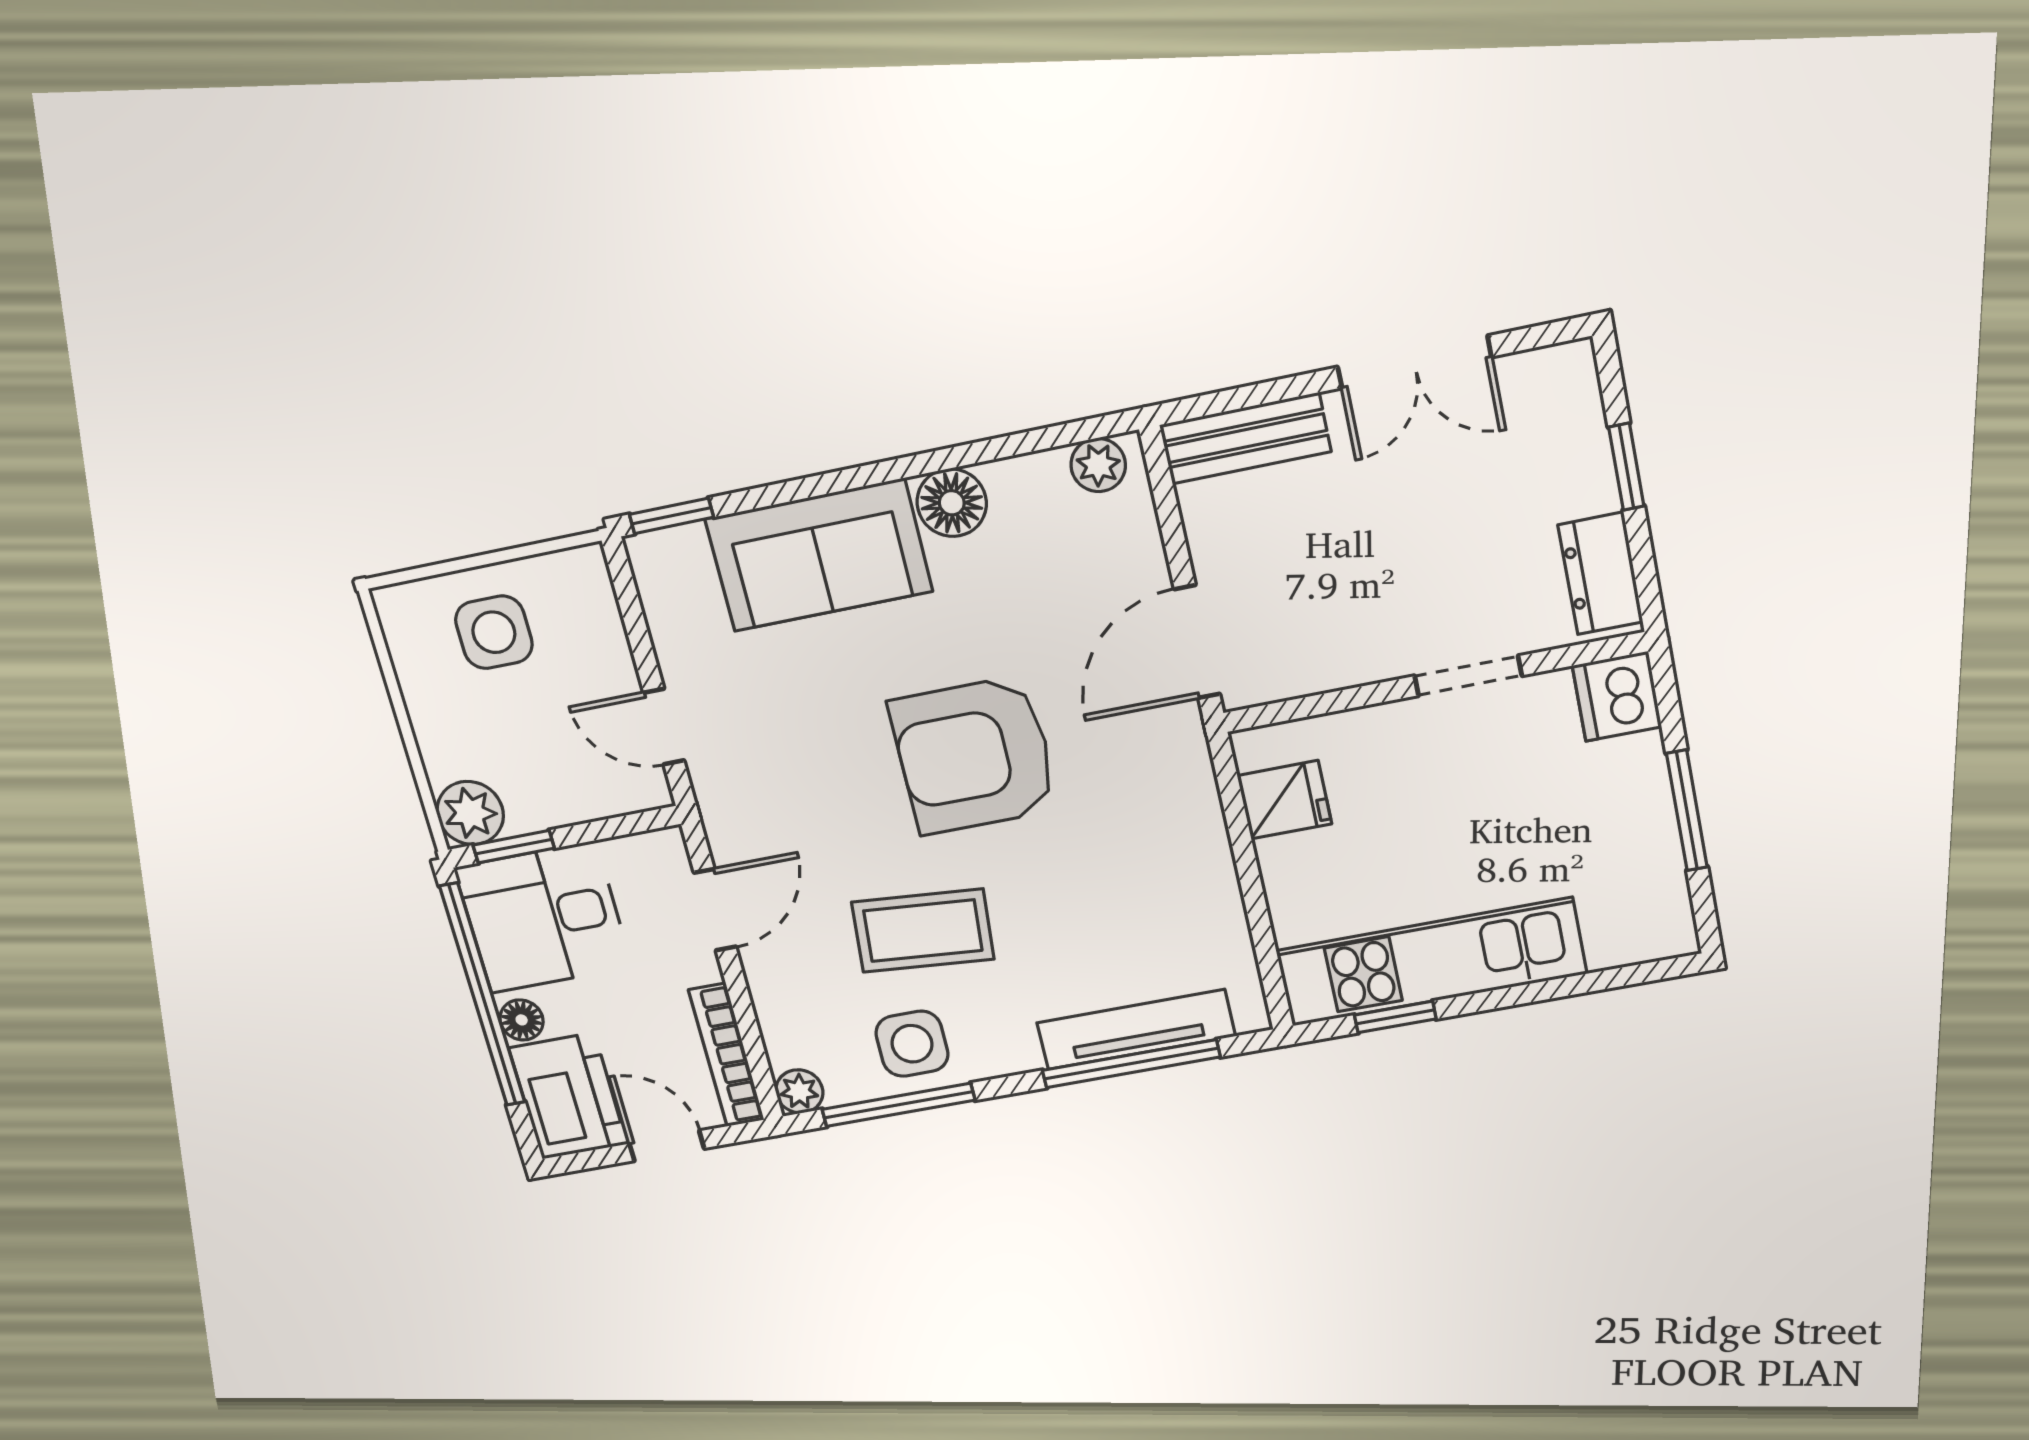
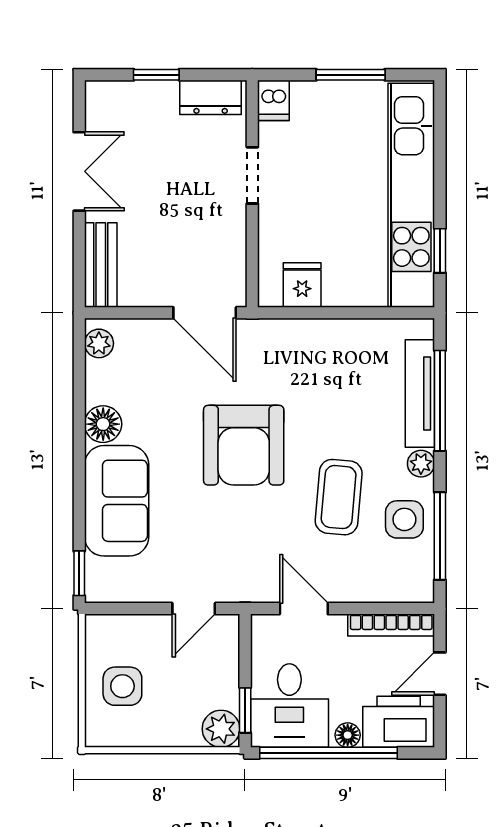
dishwasher: (1617, 696) -> (273, 100), width x0.73
kitchen unit: (1431, 962) -> (411, 195), width x1.36
plant: (799, 1091) -> (421, 464), moved

